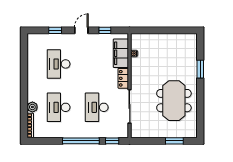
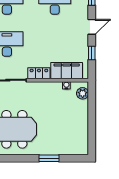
door: (81, 30) -> (92, 27), hinge flipped
plant: (141, 39) -> (83, 93), added

